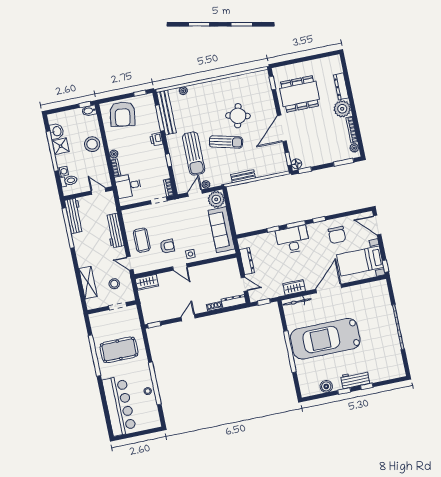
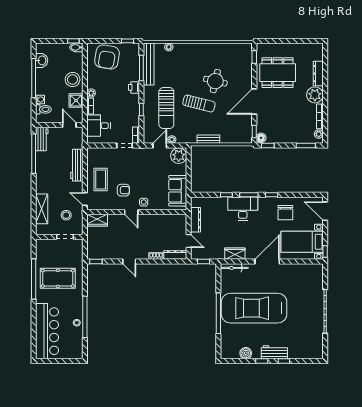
shower: (61, 146) -> (76, 101), moved
workbench: (74, 216) -> (42, 139), width x0.73
sofa: (221, 230) -> (178, 191), width x0.73
door: (188, 318) -> (129, 261), swing flipped

